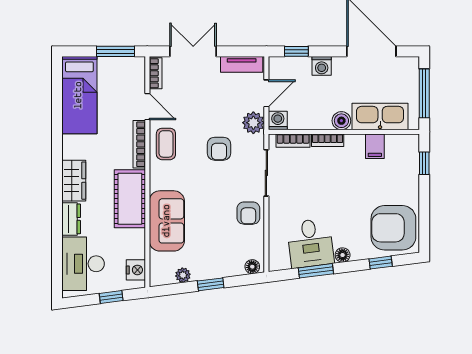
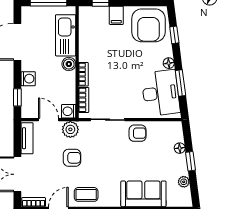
filing cabinet: (375, 146) -> (116, 15), moved, turned 90
armchair: (219, 149) -> (72, 158), moved
desk: (310, 243) -> (161, 93), width x1.37
floor lamp: (252, 267) -> (180, 148), moved

